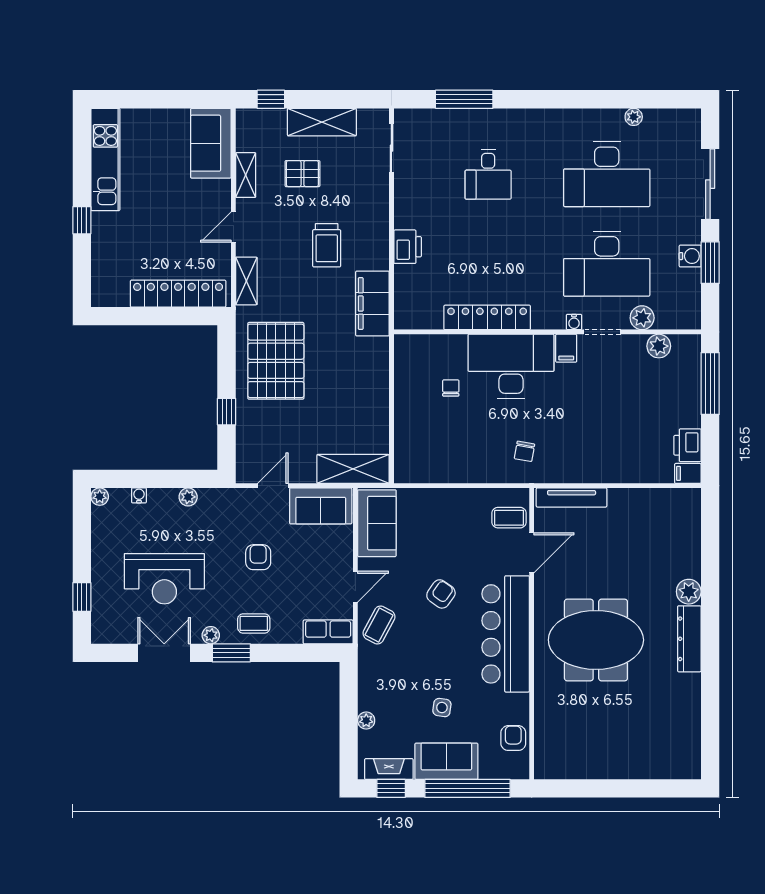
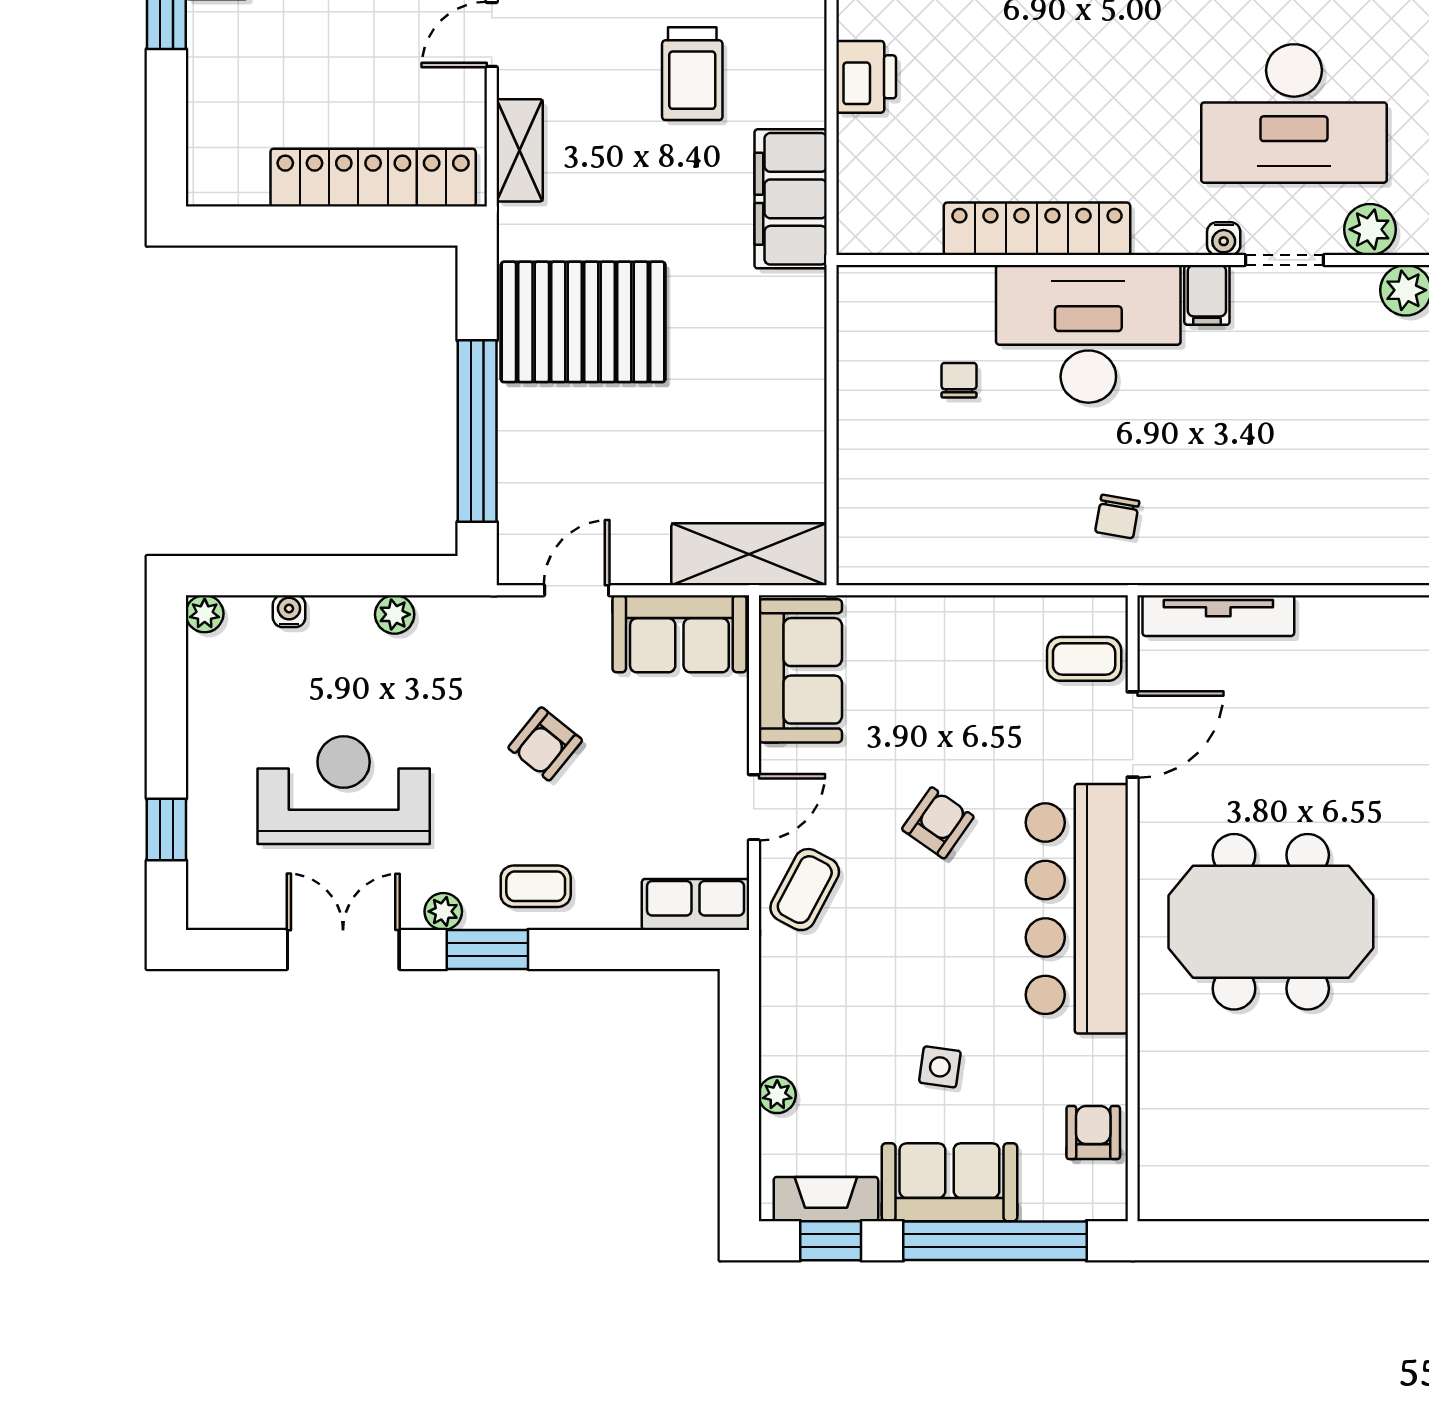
pallet: (276, 361) -> (583, 322), turned 90
window: (227, 412) -> (477, 431), width x3.17
armchair: (258, 557) -> (545, 744), turned -141
reception desk: (164, 579) -> (344, 790), turned 180

